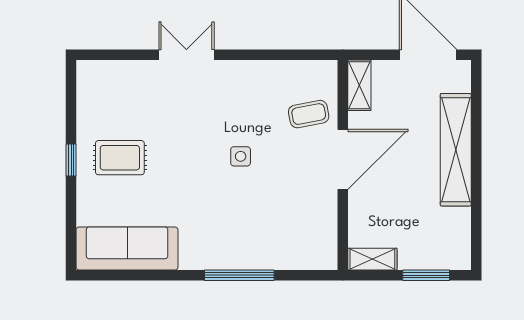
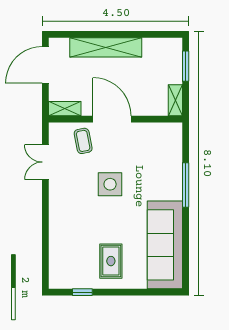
double door: (186, 55) -> (45, 162), moved
side table: (241, 156) -> (110, 184), width x1.87, depth x1.87
window: (71, 160) -> (82, 292), moved
sofa: (127, 248) -> (165, 245), width x1.36, depth x1.27

